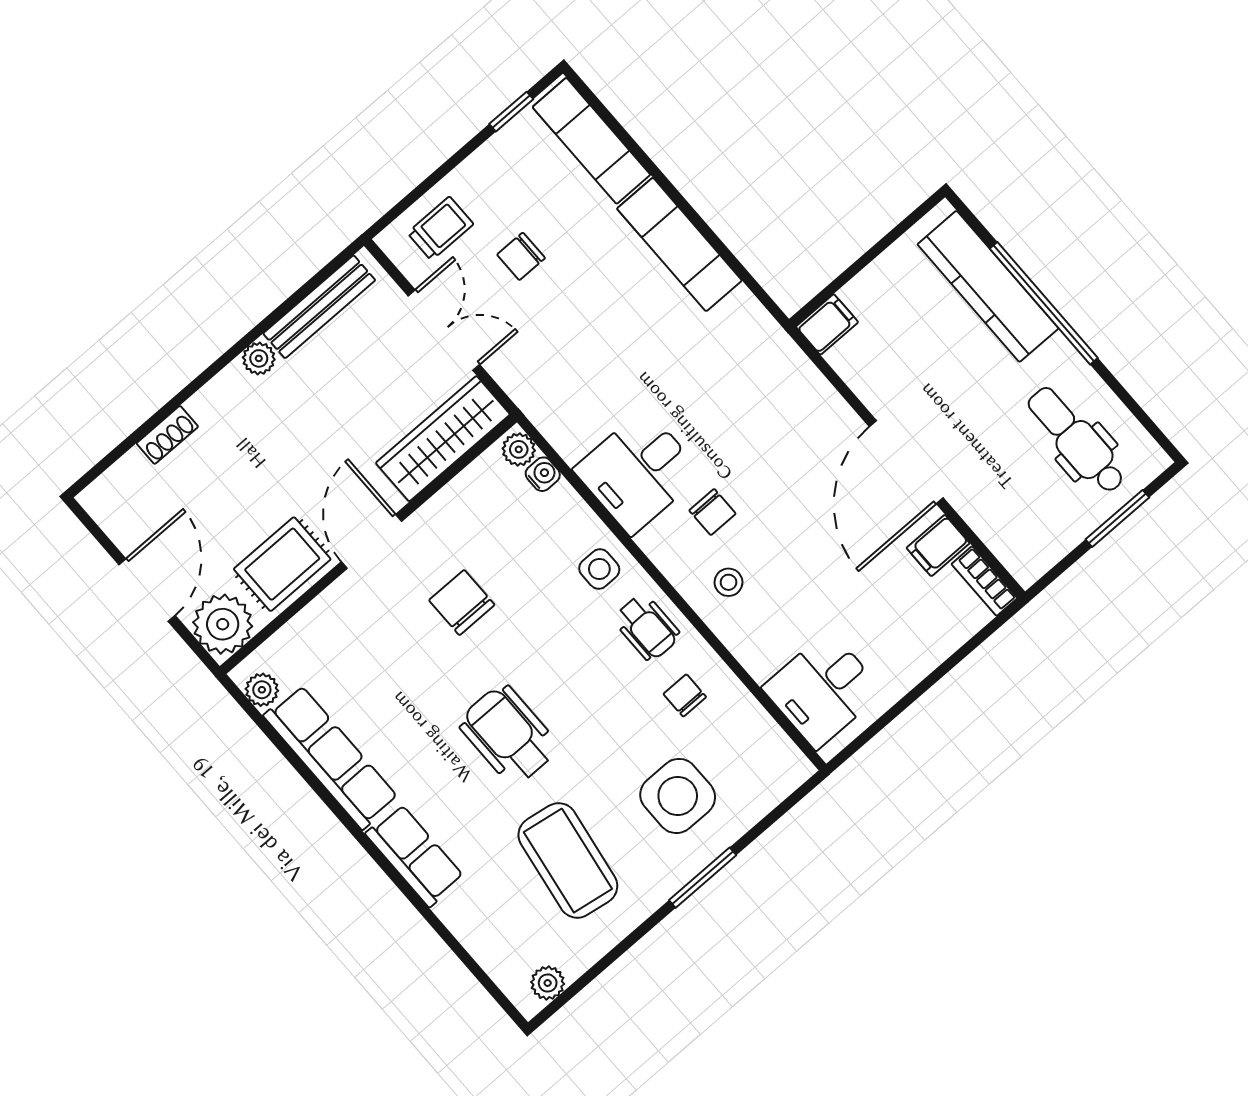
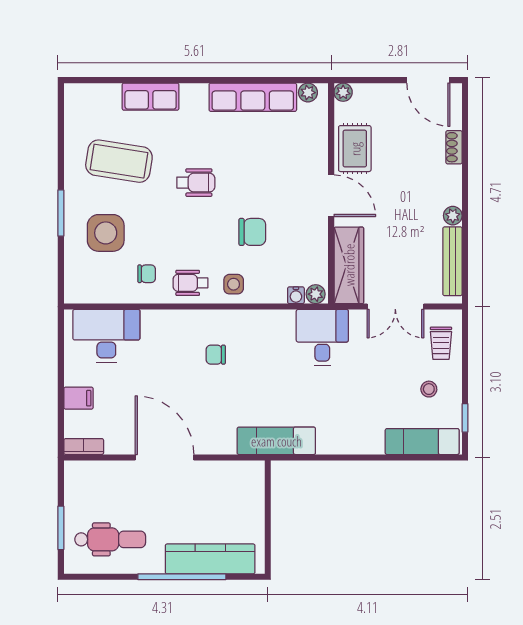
exam couch: (679, 245) -> (276, 441), moved
chair: (521, 256) -> (398, 368), removed
filing cabinet: (827, 324) -> (254, 475), removed
desk: (638, 472) -> (322, 338), moved
filing cabinet: (938, 546) -> (78, 398), moved, turned 90
stool: (728, 582) -> (429, 389), moved
door: (147, 590) -> (428, 80), moved
chair: (462, 602) -> (252, 232), moved
plant: (223, 624) -> (343, 92), width x0.53, depth x0.53
desk: (823, 690) -> (106, 336), width x1.37
wheelchair: (508, 735) -> (196, 183), width x0.73, depth x0.73
row of seats: (415, 855) -> (151, 97), moved
plant: (548, 983) -> (73, 106), removed

